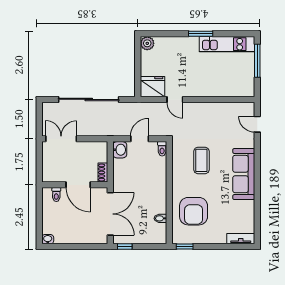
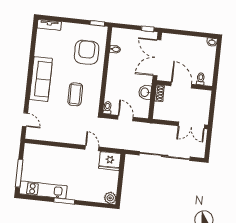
door: (140, 139) -> (125, 118), swing flipped
washbasin: (120, 150) -> (145, 92), moved

